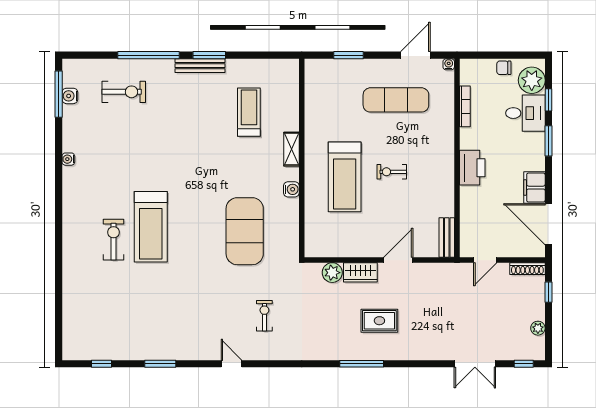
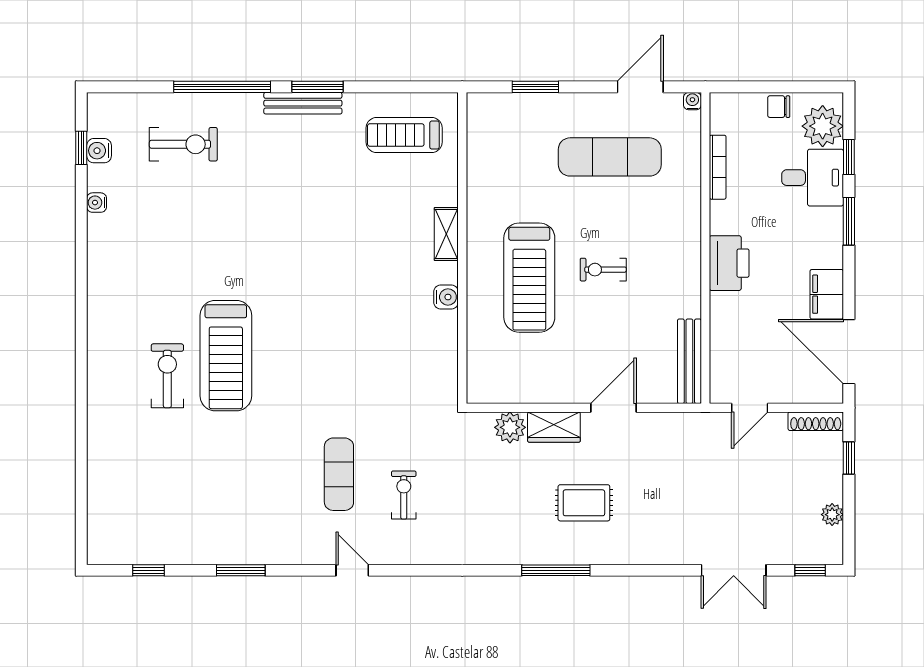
window: (59, 94) -> (81, 148), width x0.46
treadmill: (249, 112) -> (404, 135), moved, turned -90
water cooler: (68, 159) -> (97, 203), moved
exercise mat: (245, 231) -> (339, 474), moved, width x0.50, depth x0.69
bench: (447, 238) -> (689, 361), width x1.36

